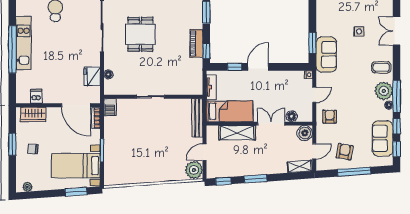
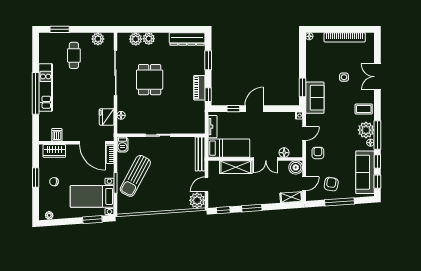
double door: (271, 124) -> (266, 159), swing flipped
sofa: (383, 138) -> (365, 172), width x1.36
sun lounger: (124, 143) -> (135, 176), added

